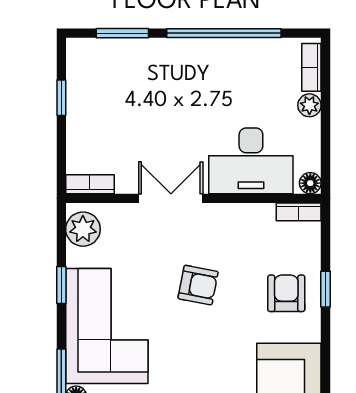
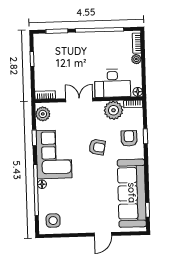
plant: (251, 225) -> (113, 110), added
armchair: (198, 285) -> (97, 147), moved

